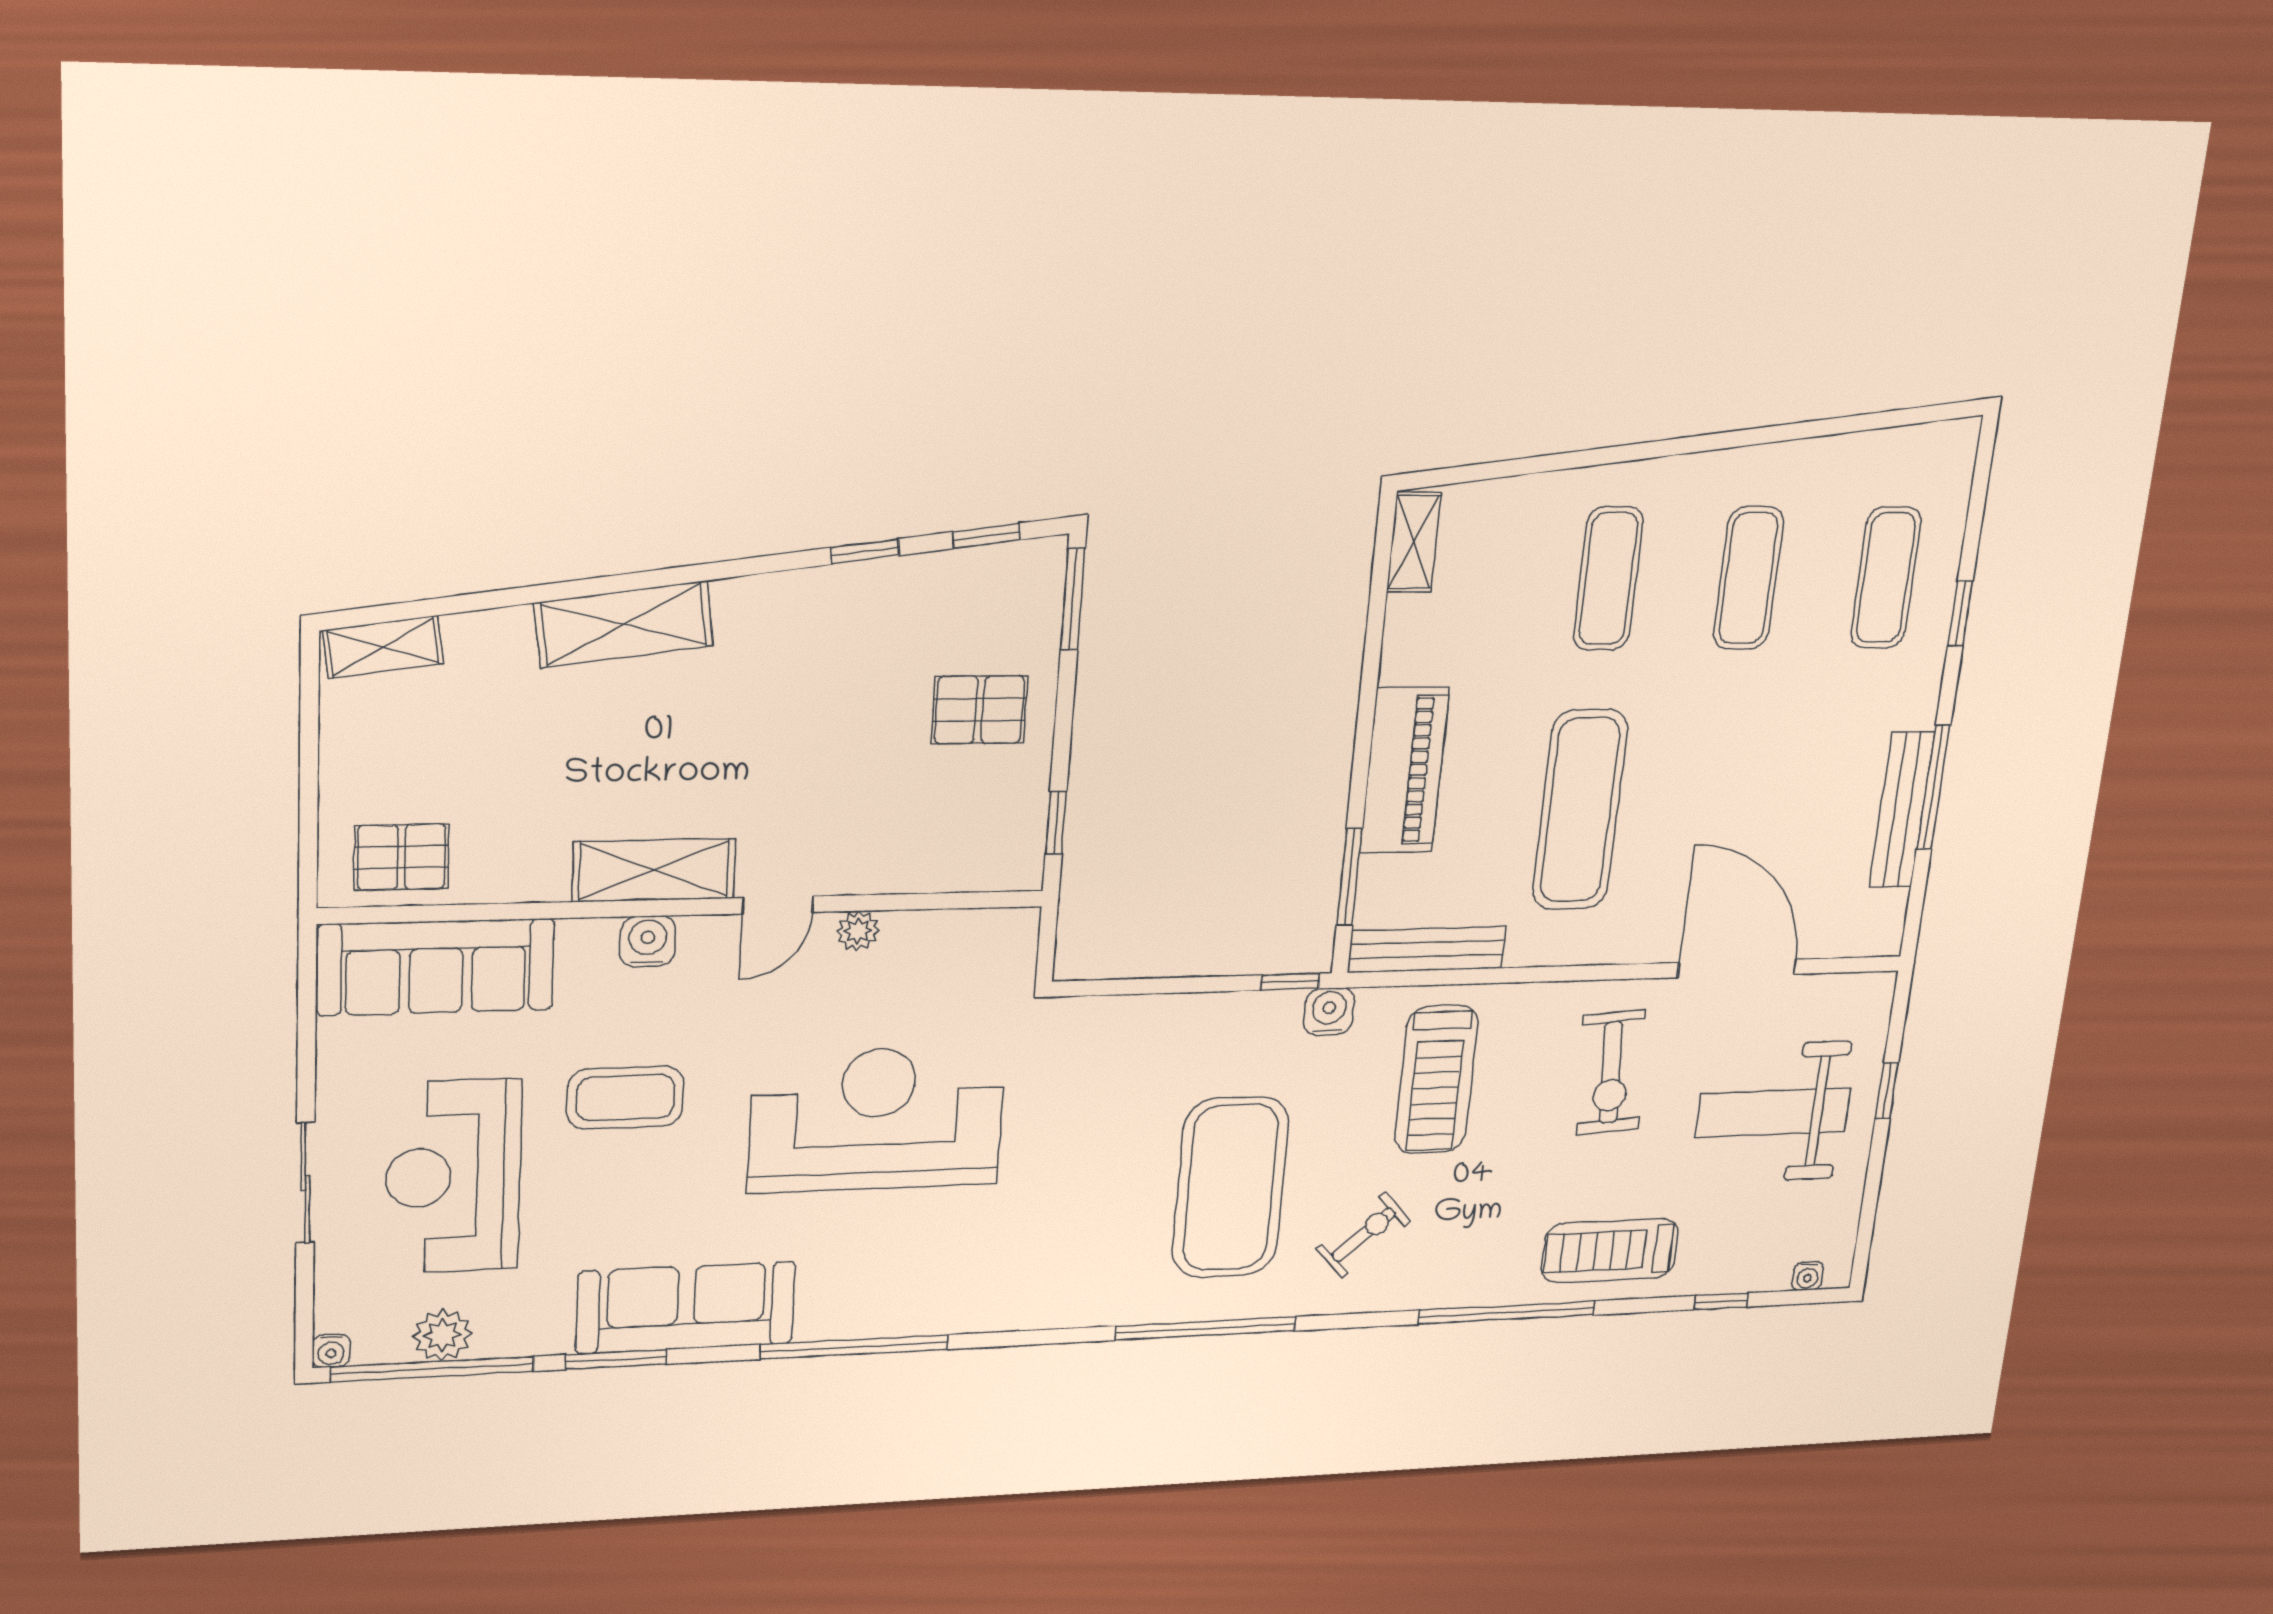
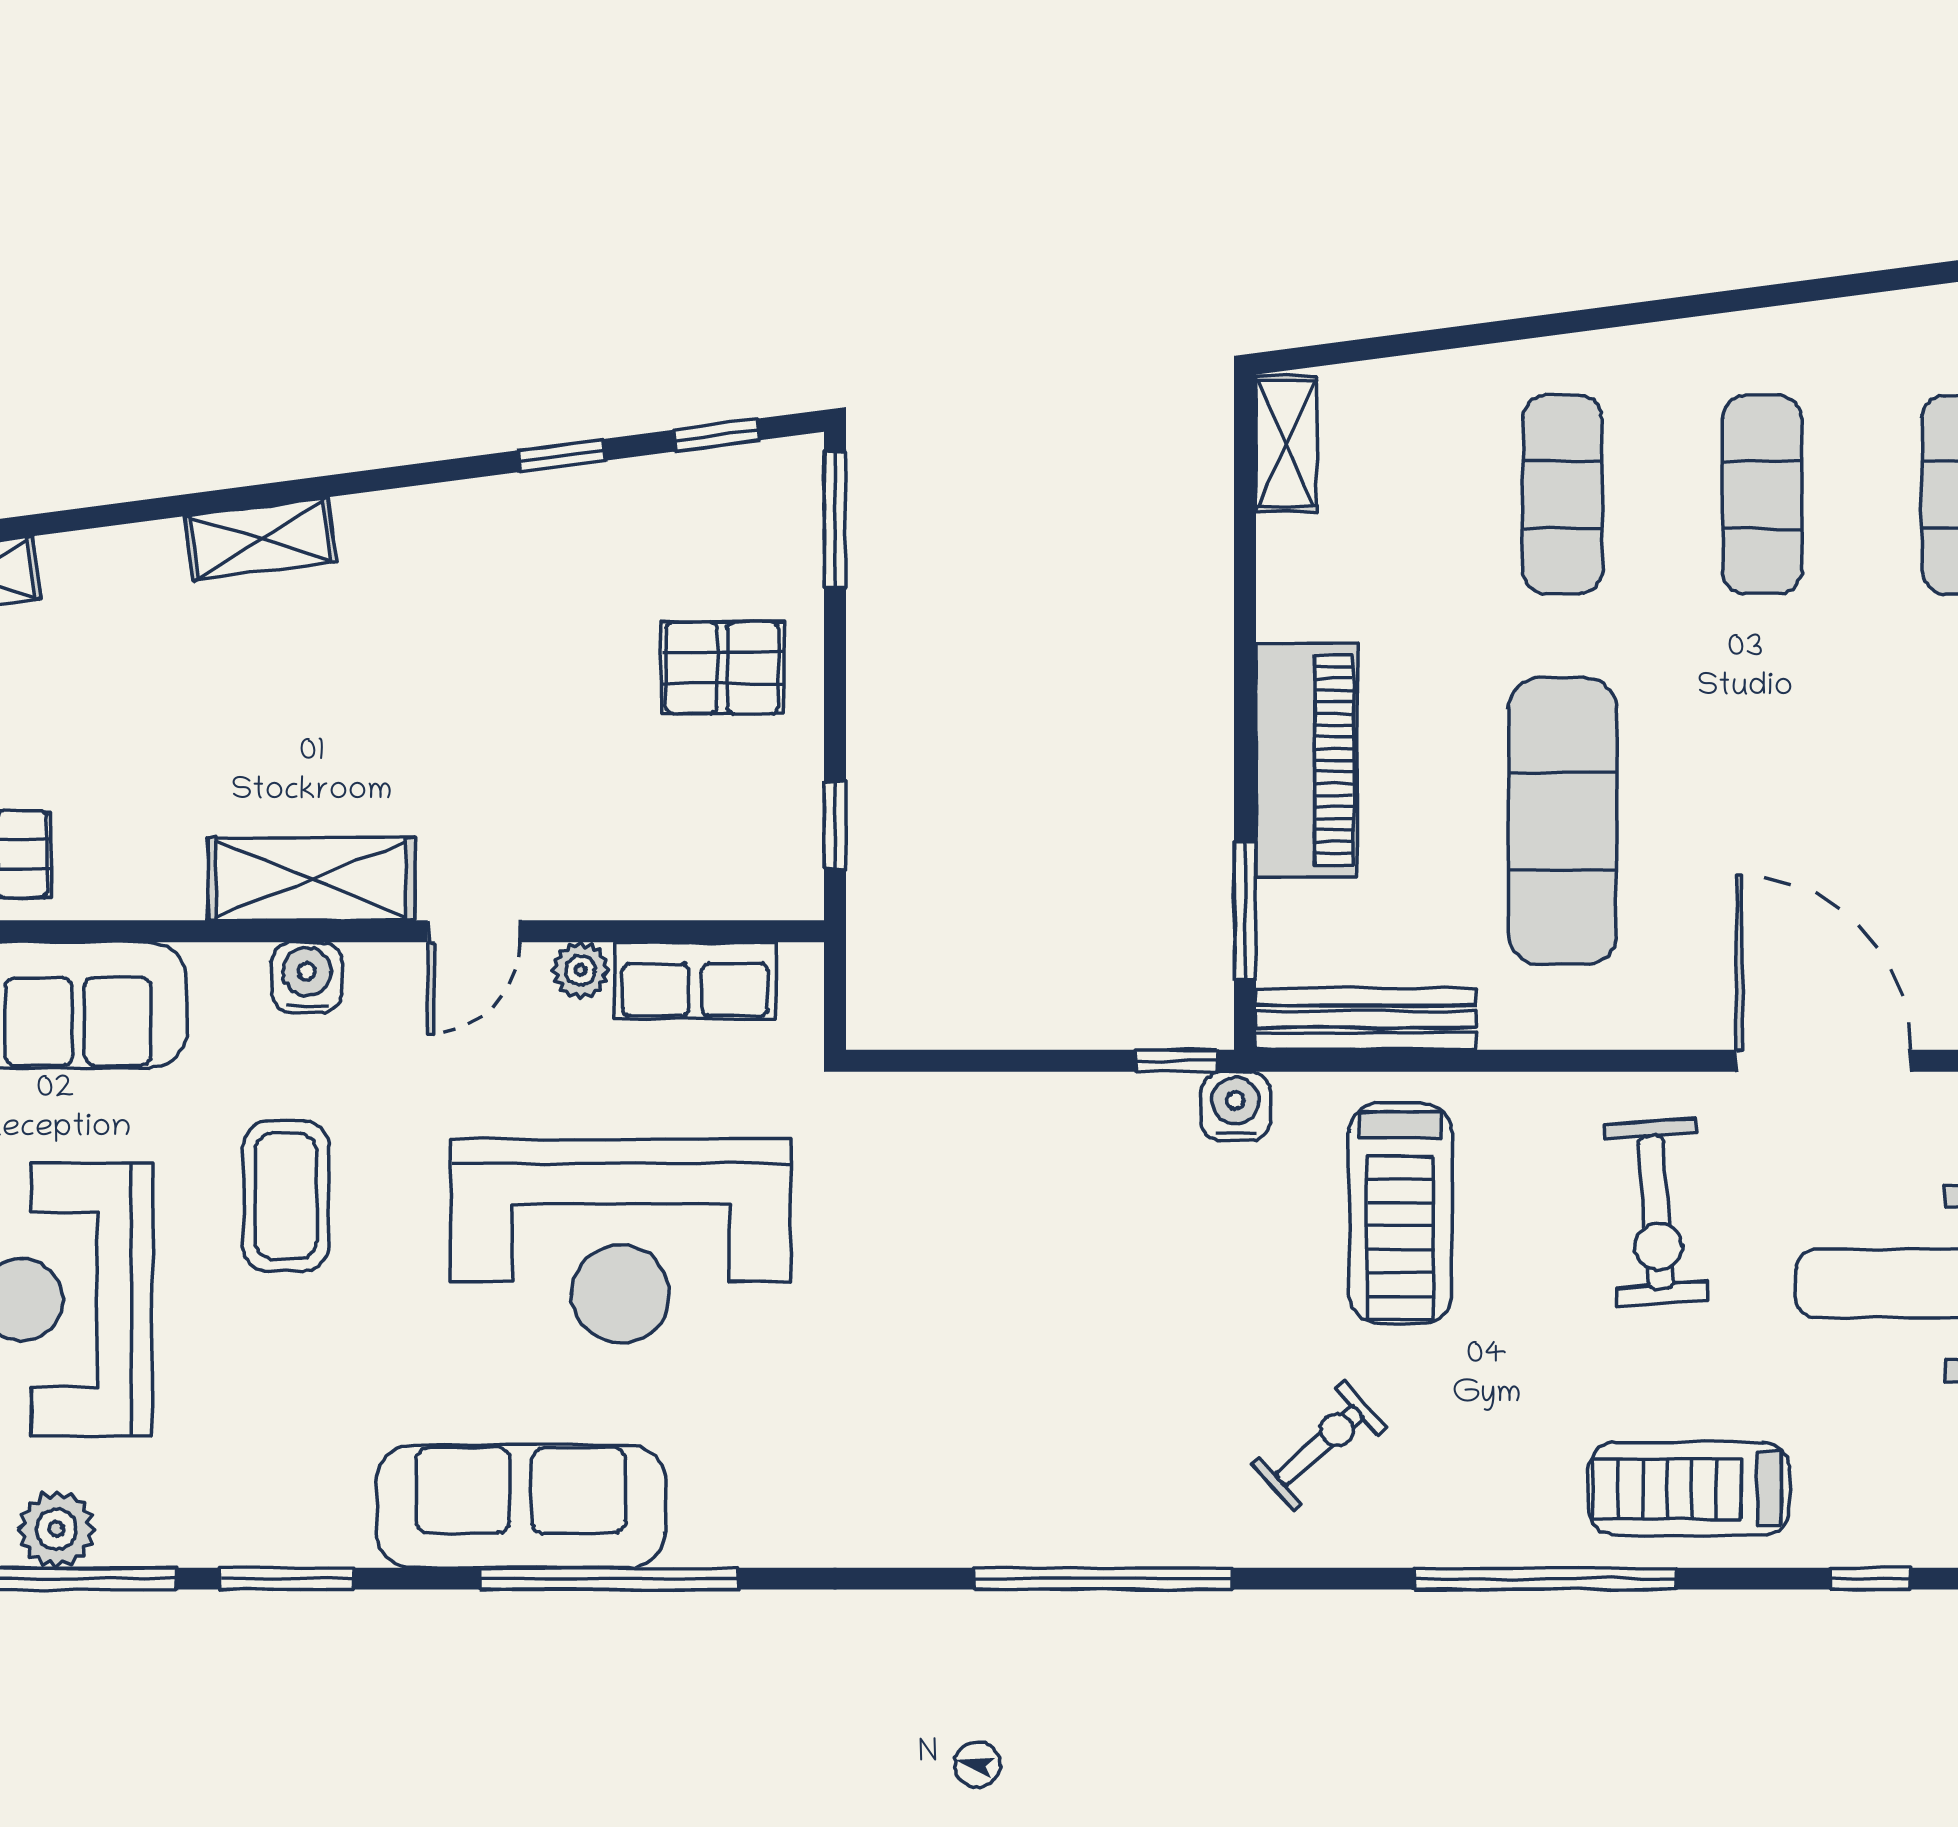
shelving: (624, 624) -> (260, 539), width x0.67, depth x0.75
row of seats: (944, 936) -> (695, 981), added
coffee table: (625, 1098) -> (286, 1196), turned 90
reception desk: (877, 1119) -> (621, 1241), turned 180
exercise mat: (1230, 1187) -> (1120, 1364), removed
sofa: (686, 1308) -> (521, 1506), moved

